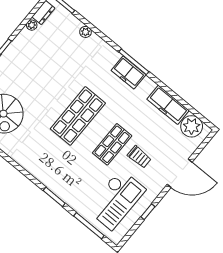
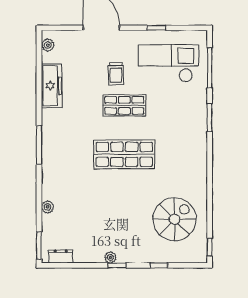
plant: (32, 25) -> (110, 257), moved
freezer: (128, 73) -> (52, 142), removed
plant: (192, 126) -> (48, 45), width x0.53, depth x0.53
trolley: (139, 157) -> (116, 74), turned 180

